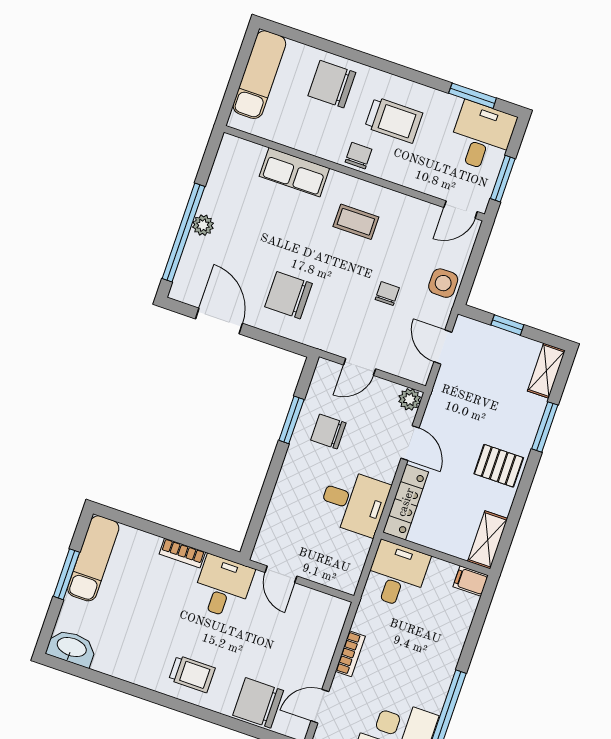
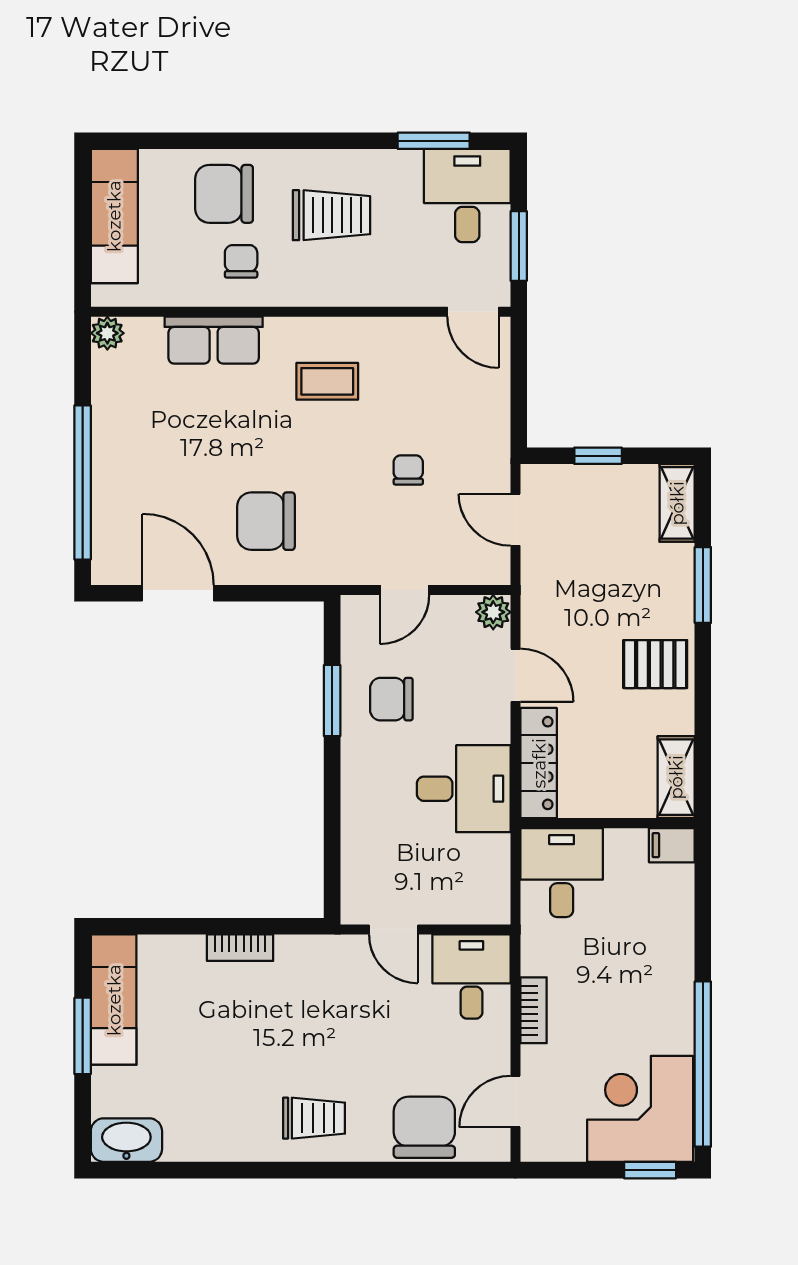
chair: (358, 156) -> (241, 261), moved
door: (461, 210) -> (473, 312), hinge flipped
plant: (203, 225) -> (107, 333), moved
side table: (443, 283) -> (484, 427), removed
desk: (223, 587) -> (471, 977), moved
chair: (258, 703) -> (424, 1127), turned 90

